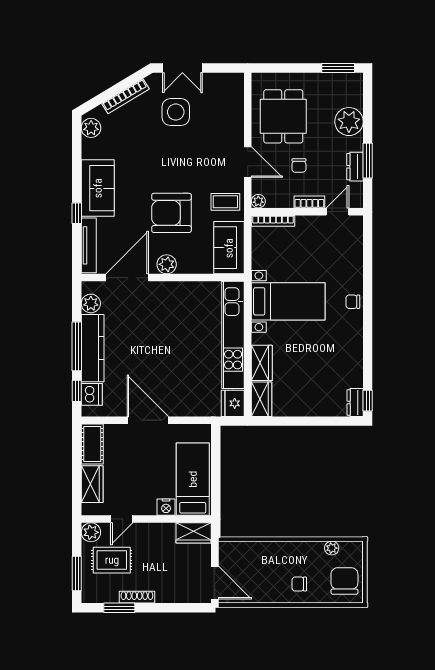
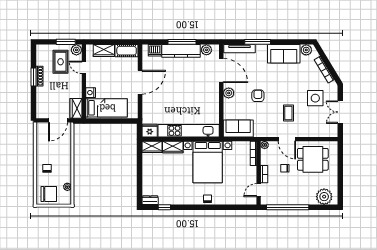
double door: (182, 68) -> (340, 112), moved
window: (338, 68) -> (340, 190), removed
plant: (349, 122) -> (324, 197), moved
window: (368, 161) -> (288, 207), width x2.11
door: (248, 162) -> (287, 139), hinge flipped
dresser: (355, 167) -> (284, 200), removed
sofa: (98, 188) -> (284, 54), moved
coffee table: (225, 202) -> (288, 113), moved
door: (337, 212) -> (259, 190), swing flipped
window: (77, 213) -> (258, 42), width x2.17
armchair: (172, 213) -> (258, 96), width x0.53, depth x0.53
bed with nightstands: (288, 301) -> (208, 162), width x1.36
window: (77, 391) -> (157, 42), removed
window: (368, 401) -> (164, 207), moved
window: (77, 573) -> (66, 42), moved
door: (215, 583) -> (58, 120), moved
window: (119, 608) -> (33, 77), moved

